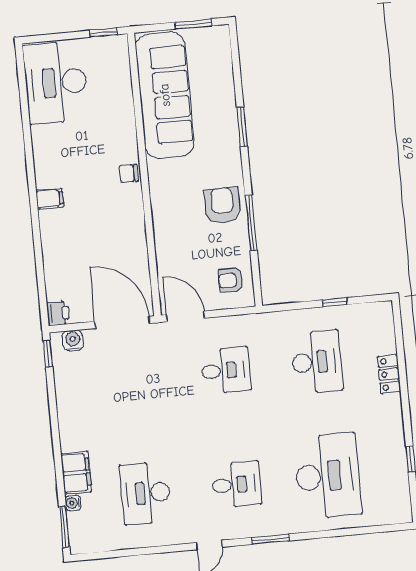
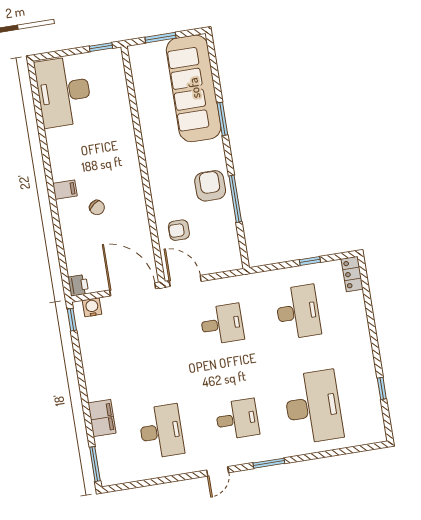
window: (193, 24) -> (160, 38), moved
sofa: (165, 95) -> (194, 88), moved, turned 180
chair: (129, 173) -> (97, 208), moved, turned -127
armchair: (231, 280) -> (179, 230), moved
locker: (389, 374) -> (352, 274), moved
desk: (145, 493) -> (161, 431), turned 180
water cooler: (73, 503) -> (101, 444), removed

